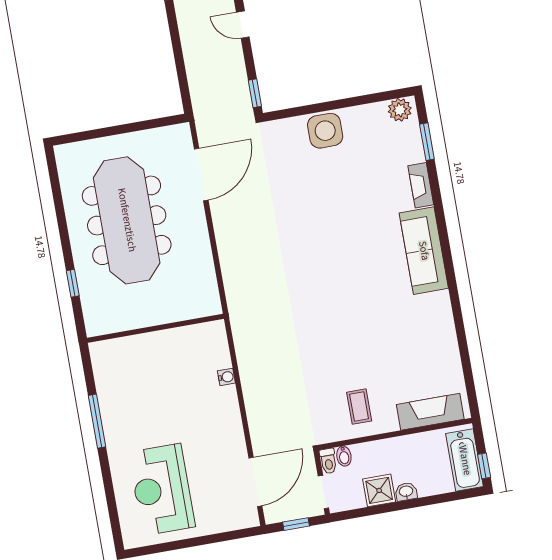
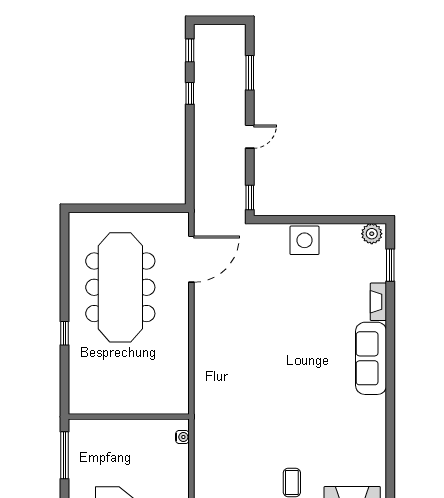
door: (243, 25) -> (250, 137), swing flipped
wall: (155, 328) -> (129, 417), moved

